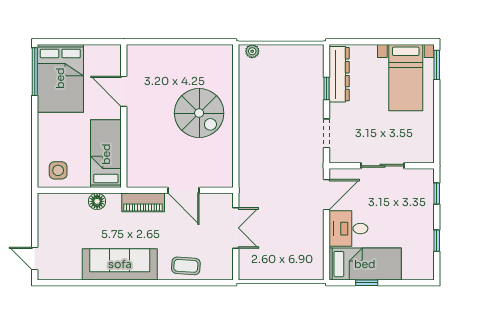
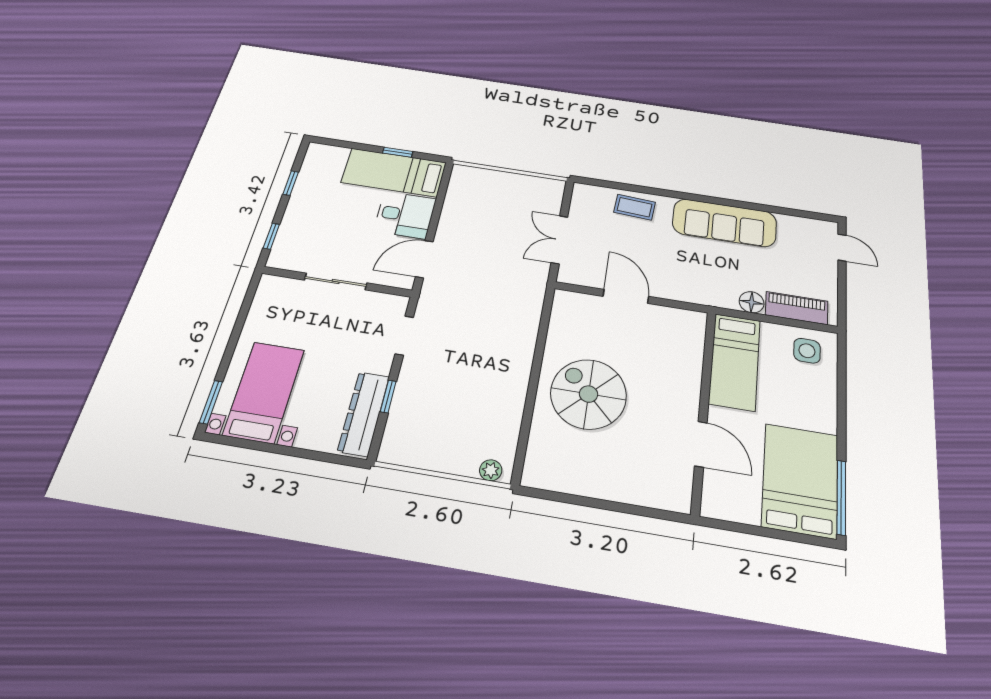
piano: (143, 202) -> (797, 308), moved

